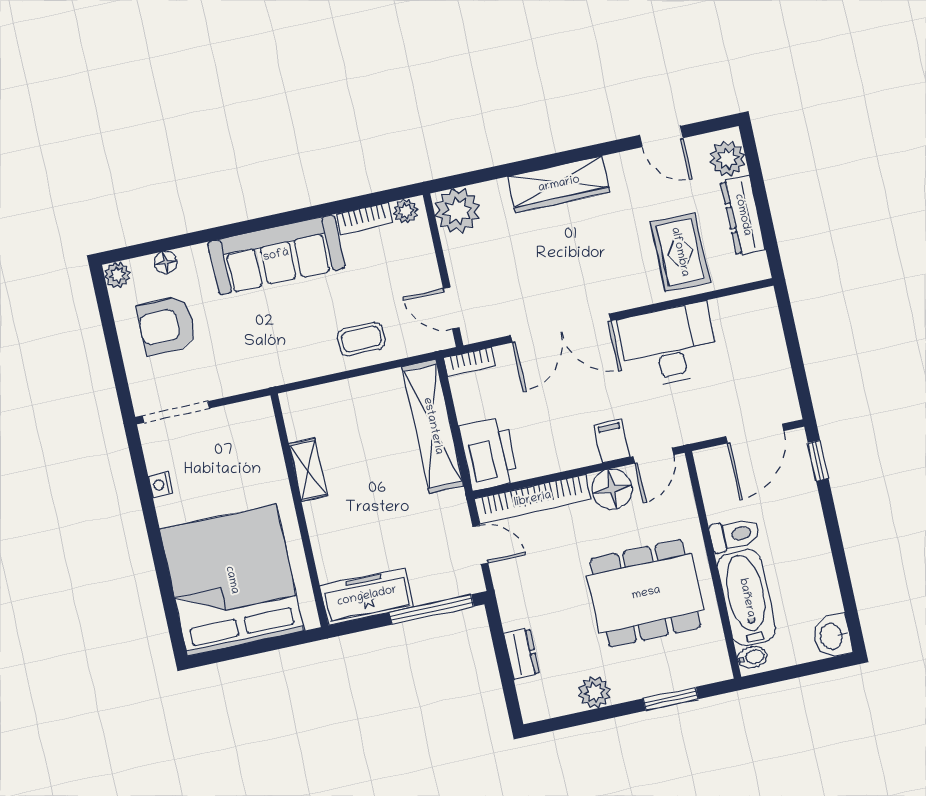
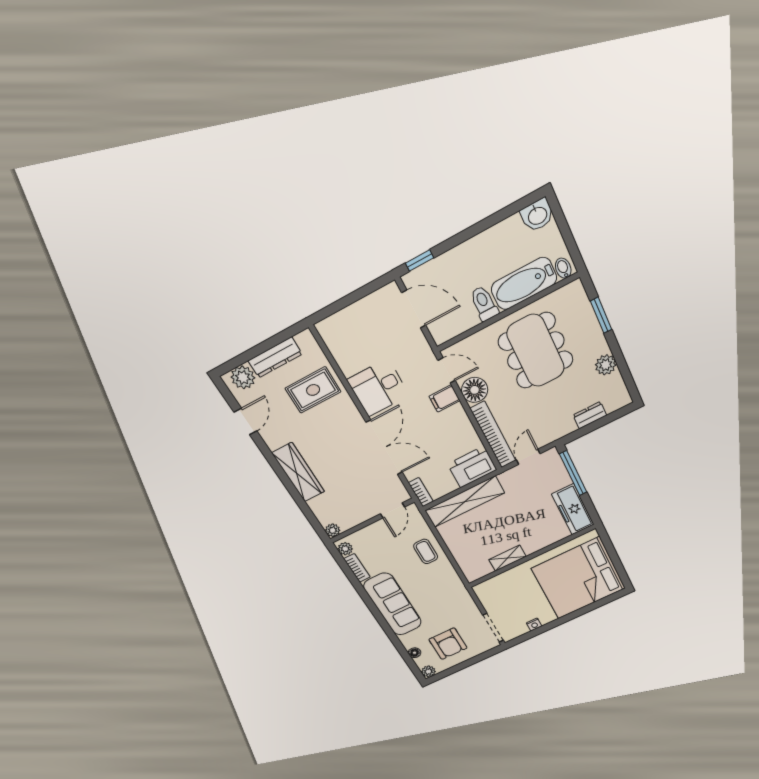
plant: (457, 211) -> (333, 530), width x0.53, depth x0.53
desk: (669, 346) -> (378, 388), width x0.73

